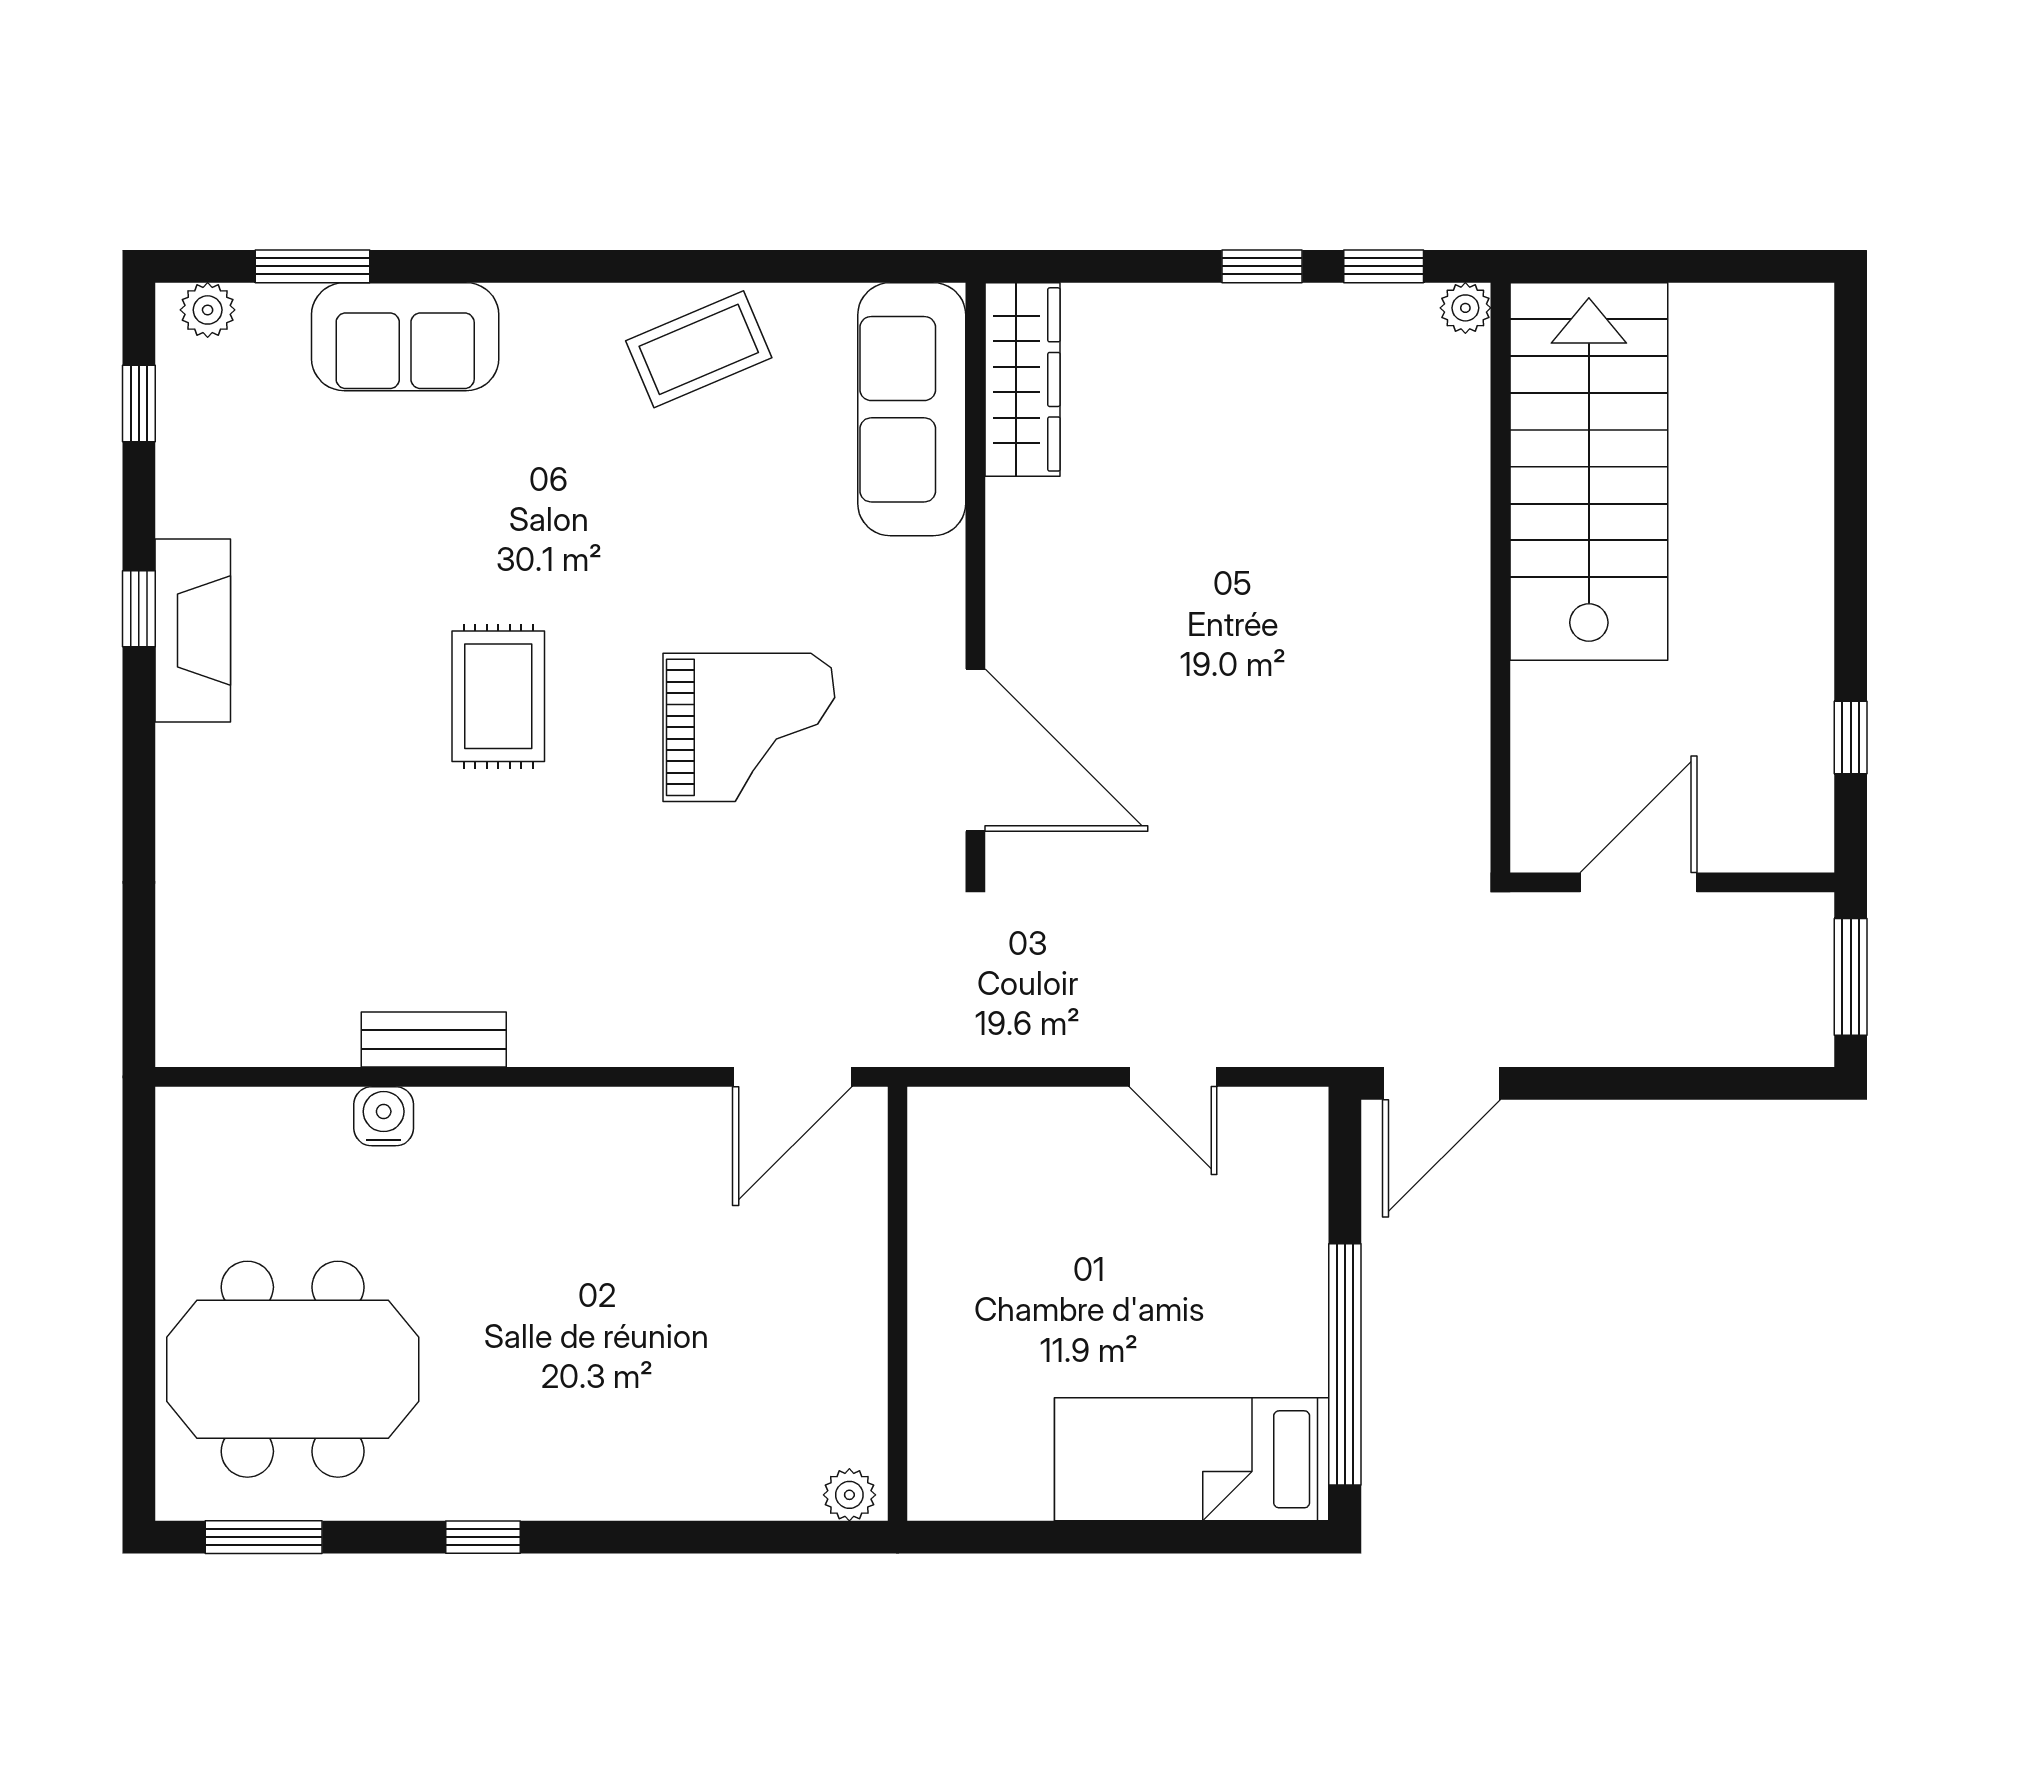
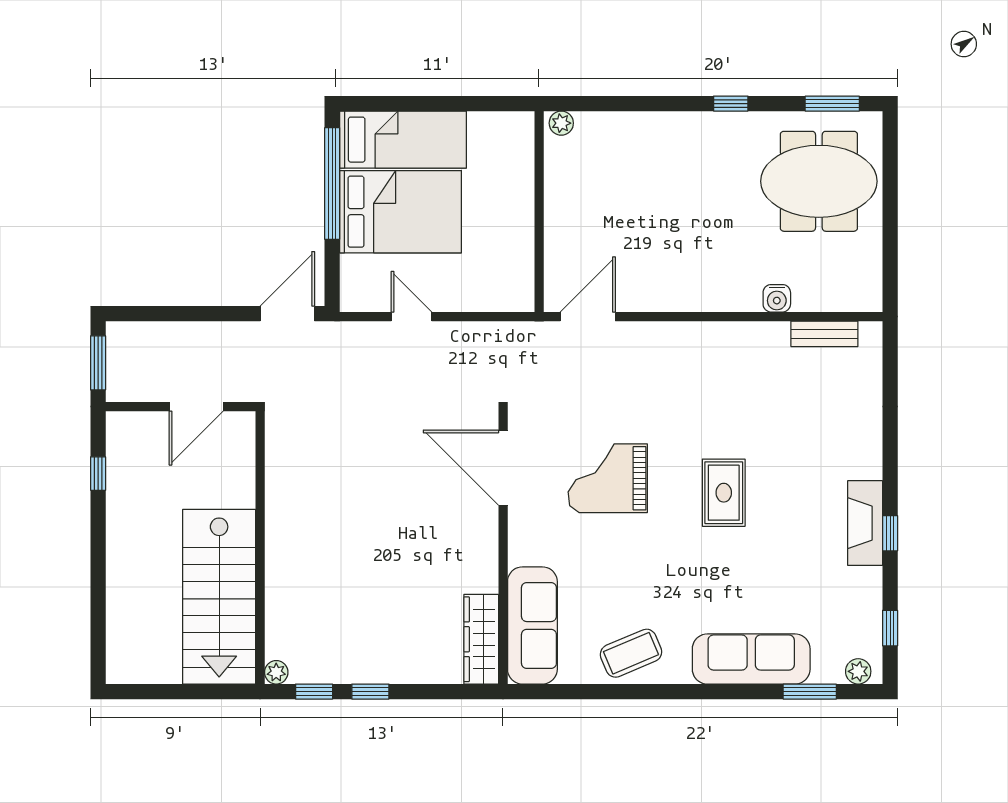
sofa: (405, 337) -> (751, 659), width x1.36
bench: (434, 1039) -> (824, 334), moved
bed: (1197, 1304) -> (400, 212), added

